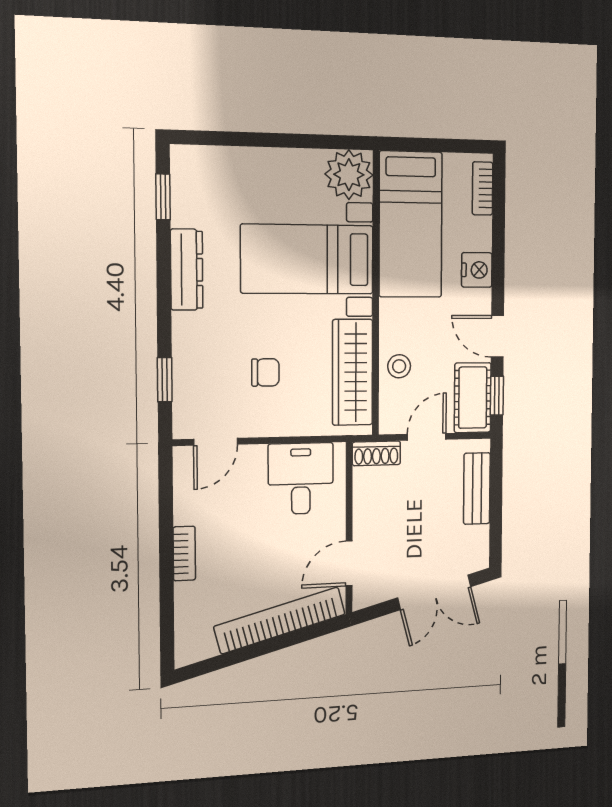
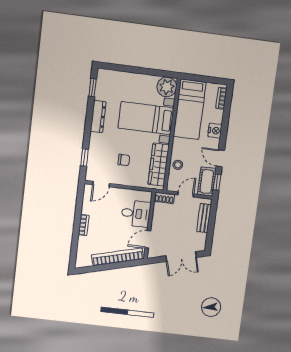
desk: (301, 479) -> (136, 214), moved, turned 90

